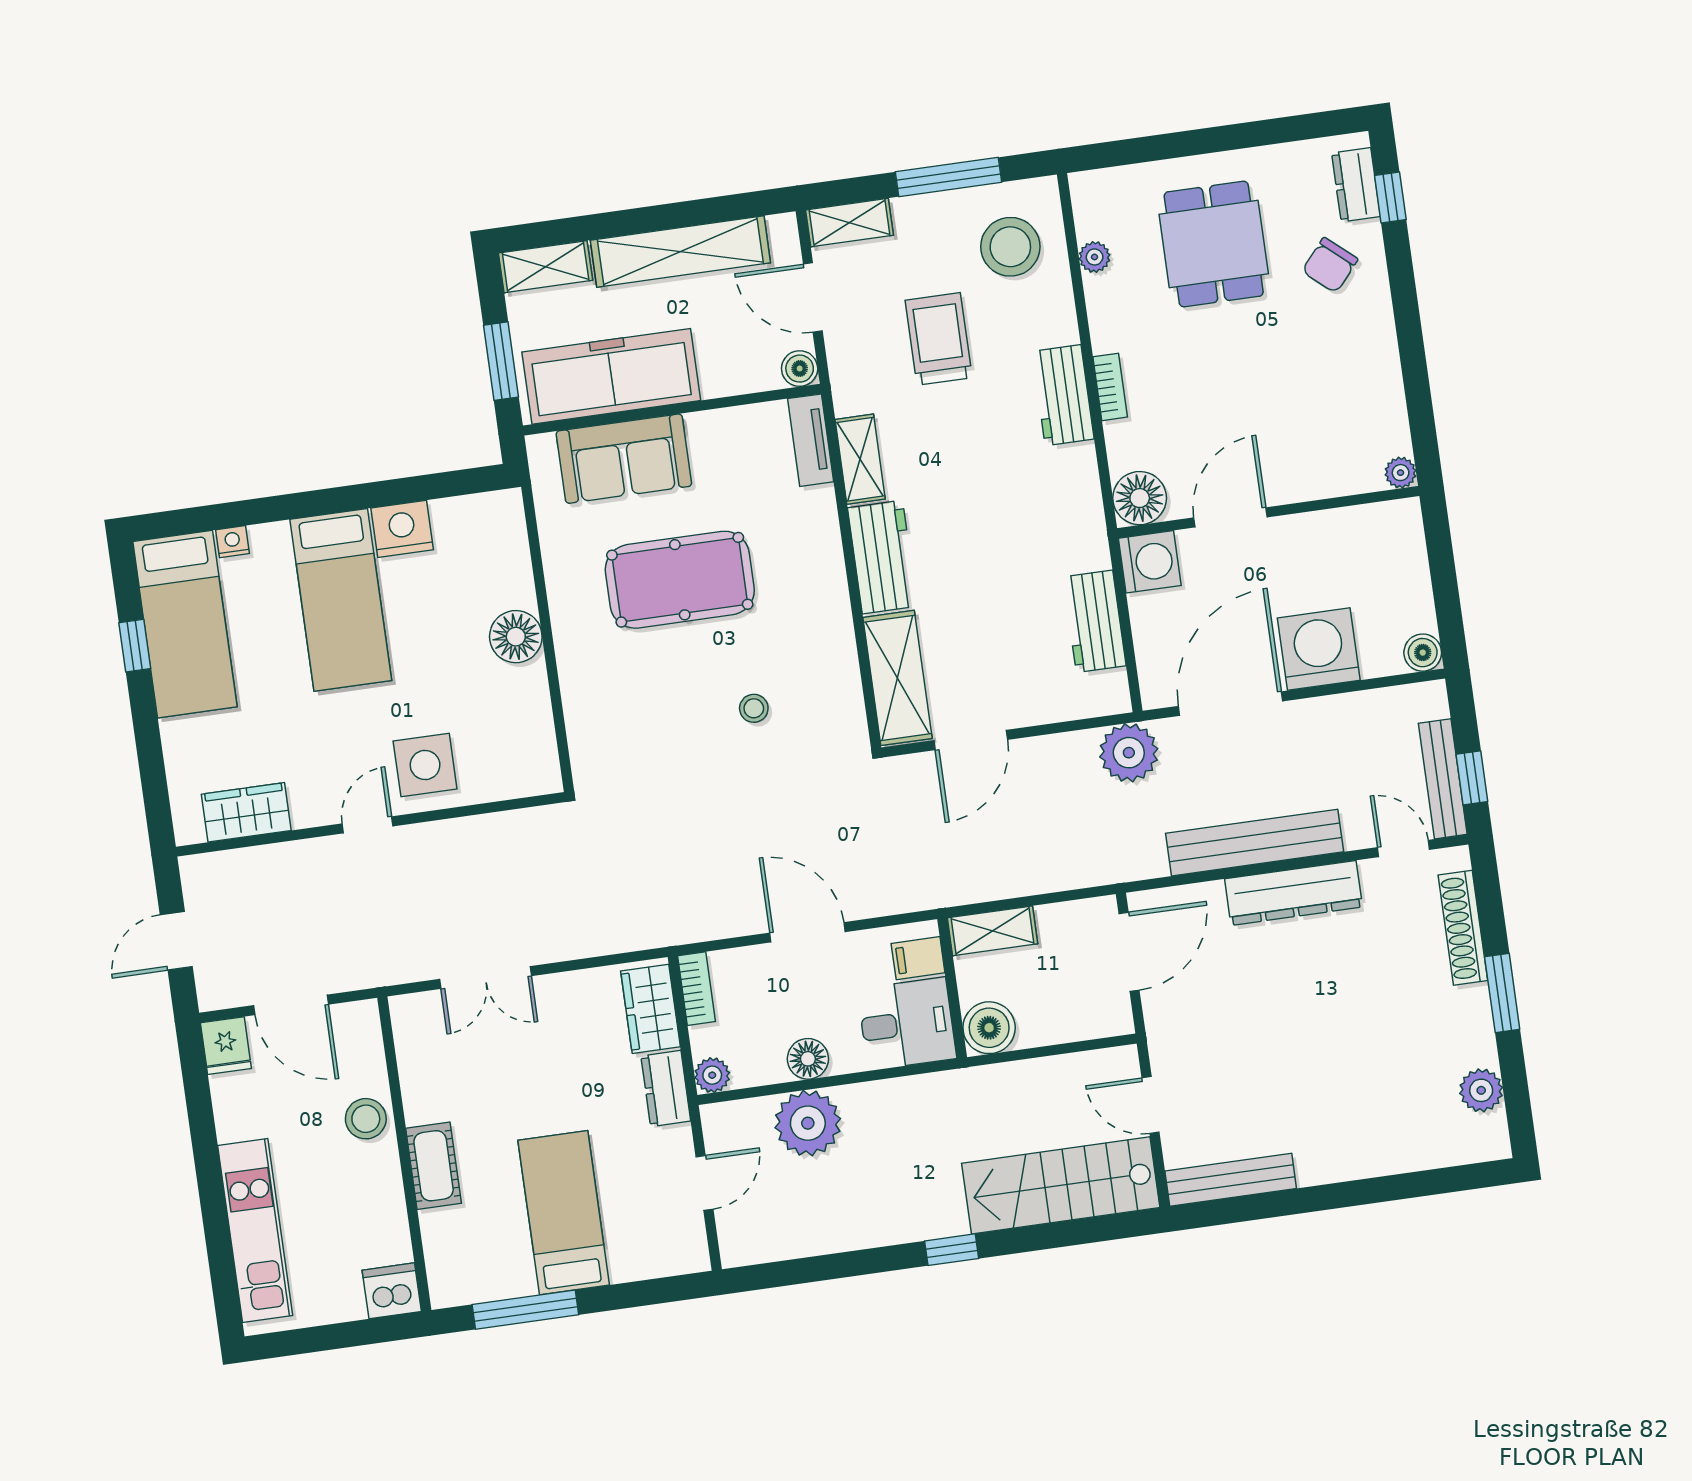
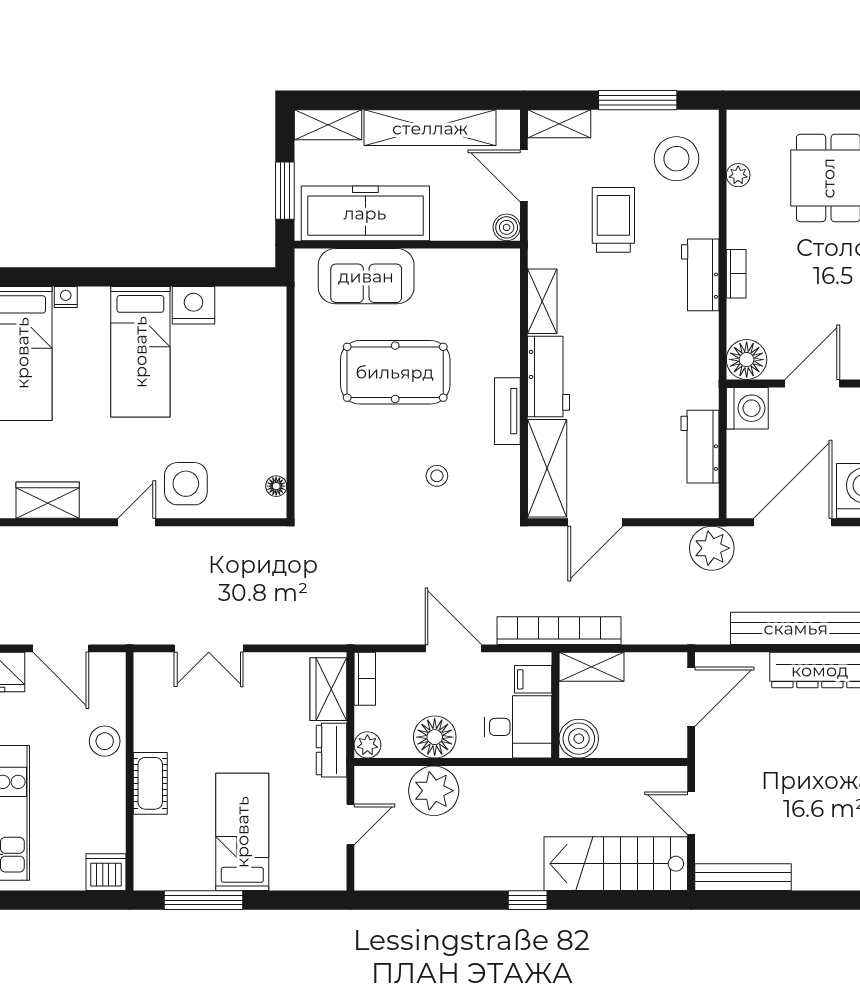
tv unit: (811, 440) -> (507, 411), moved
floor lamp: (516, 637) -> (276, 486), moved, width x0.53, depth x0.53
bookcase: (943, 889) -> (559, 631), added
floor lamp: (808, 1059) -> (435, 737), width x1.38, depth x1.38

